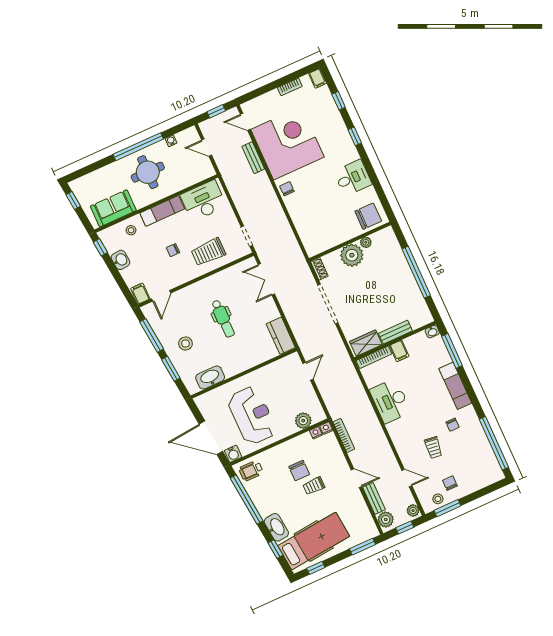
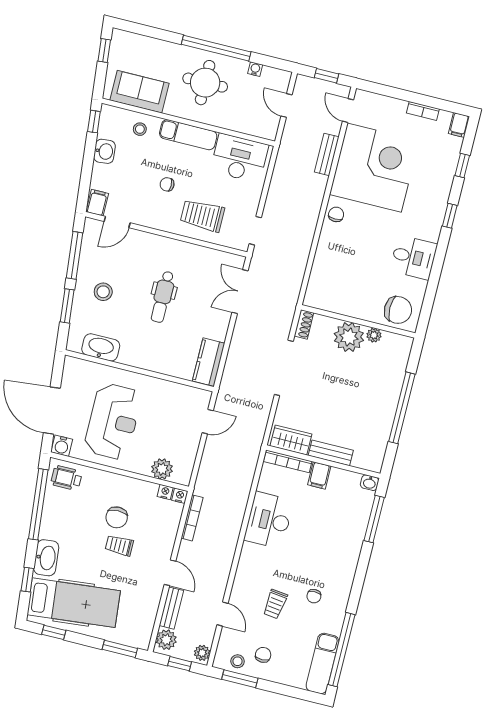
exam couch: (455, 386) -> (322, 663), moved

